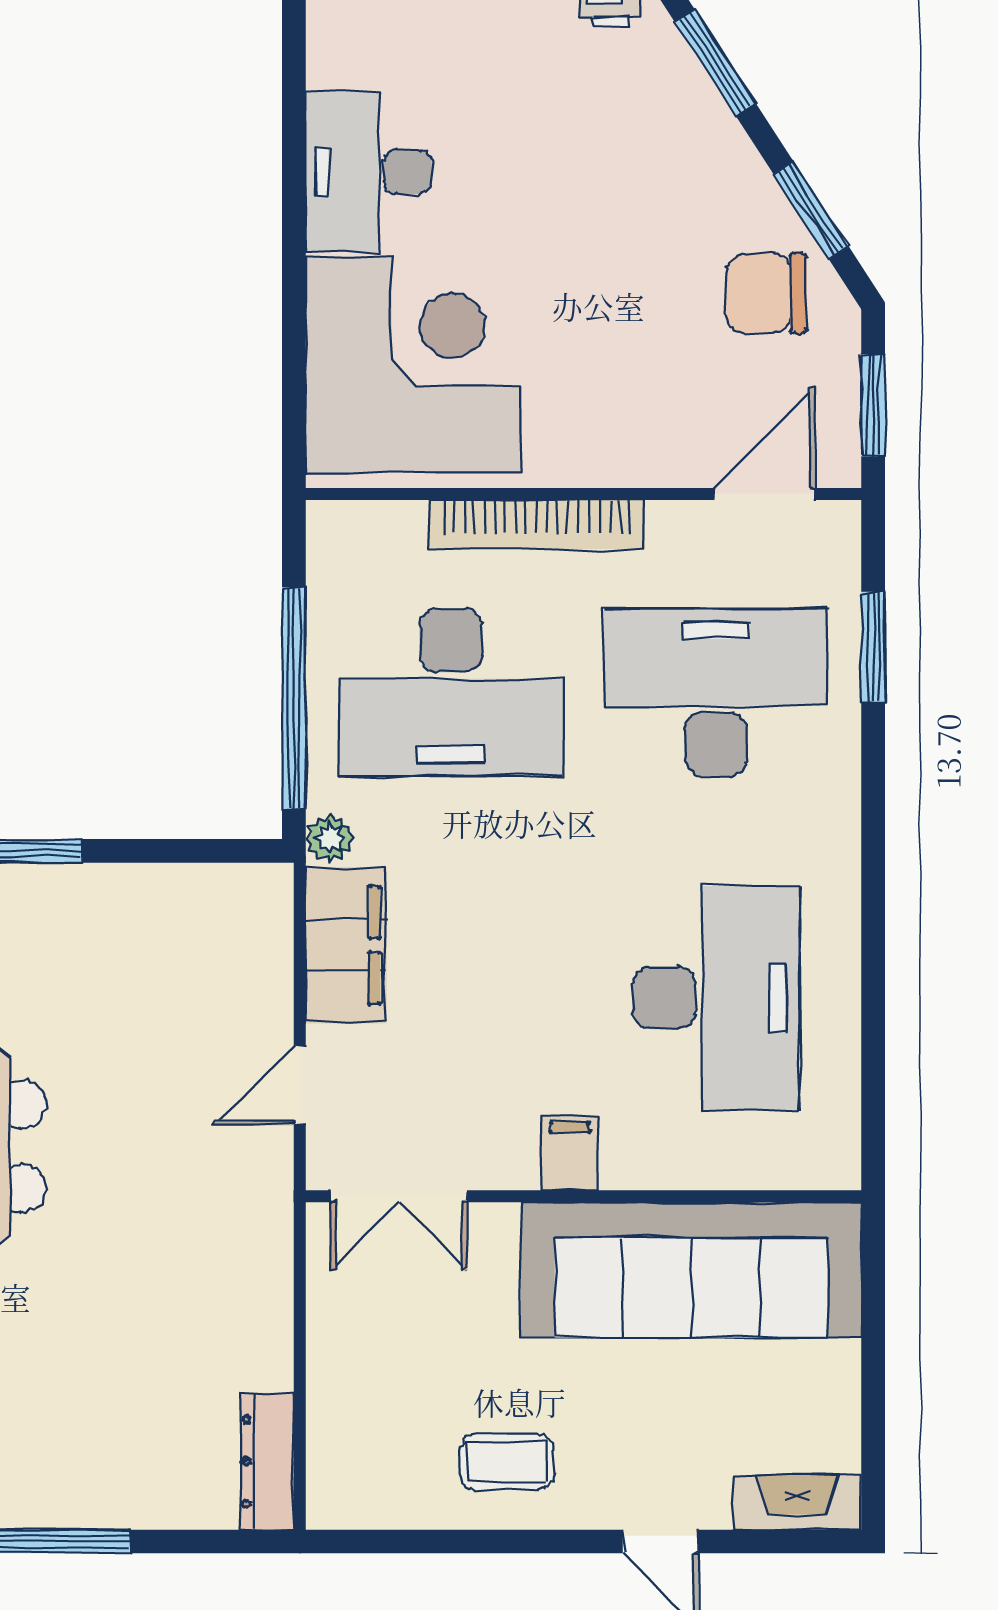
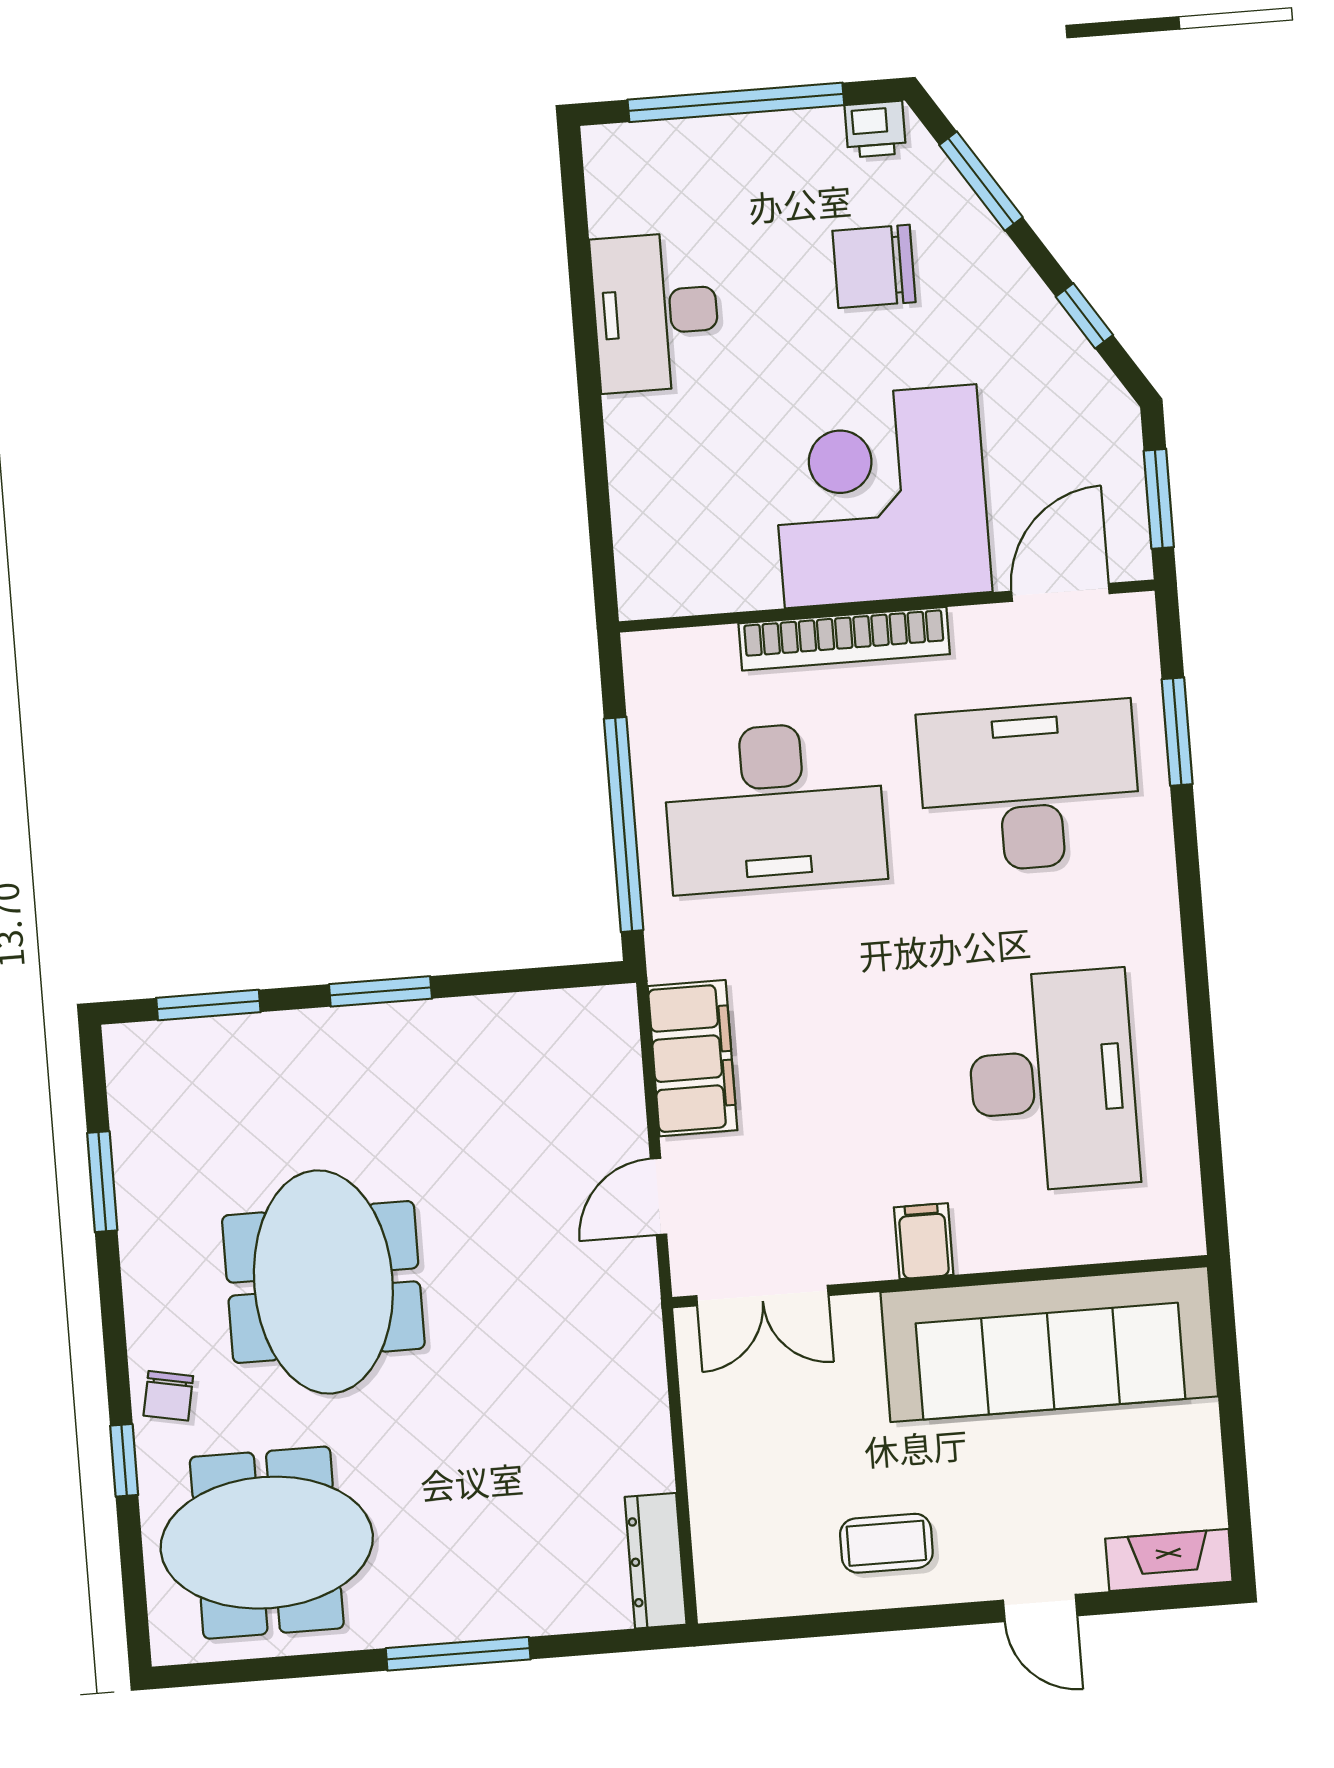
window: (811, 210) -> (1084, 316), width x0.67
chair: (766, 293) -> (874, 266), moved
corner desk: (414, 365) -> (881, 496), moved, turned -90
plant: (330, 838) -> (669, 957), removed

